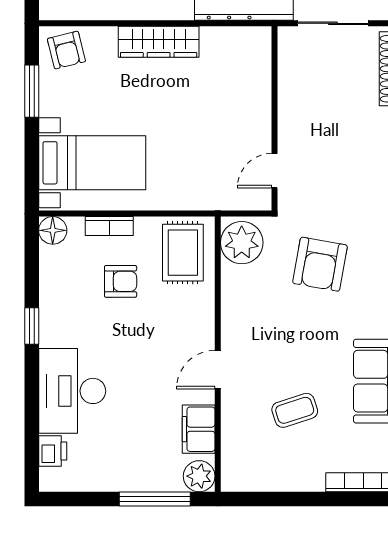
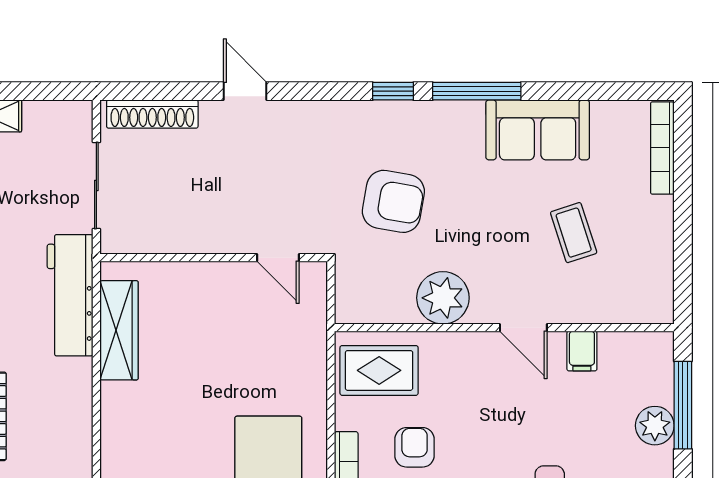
wardrobe: (159, 42) -> (119, 330), moved
plant: (242, 243) -> (443, 298), moved
filing cabinet: (199, 429) -> (582, 351), width x0.50
plant: (199, 476) -> (655, 426), moved

